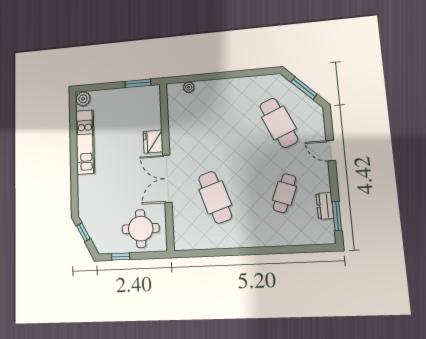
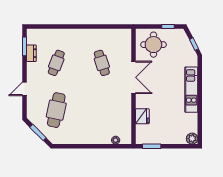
cafe table: (279, 123) -> (56, 110), turned 36
kitchen unit: (85, 142) -> (191, 90), moved
fridge: (153, 142) -> (142, 116), moved
door: (331, 151) -> (25, 89), swing flipped
cafe table: (215, 197) -> (102, 63), width x0.73, depth x0.74

